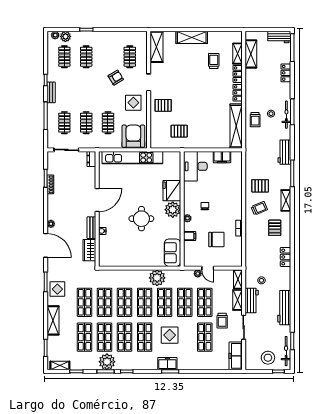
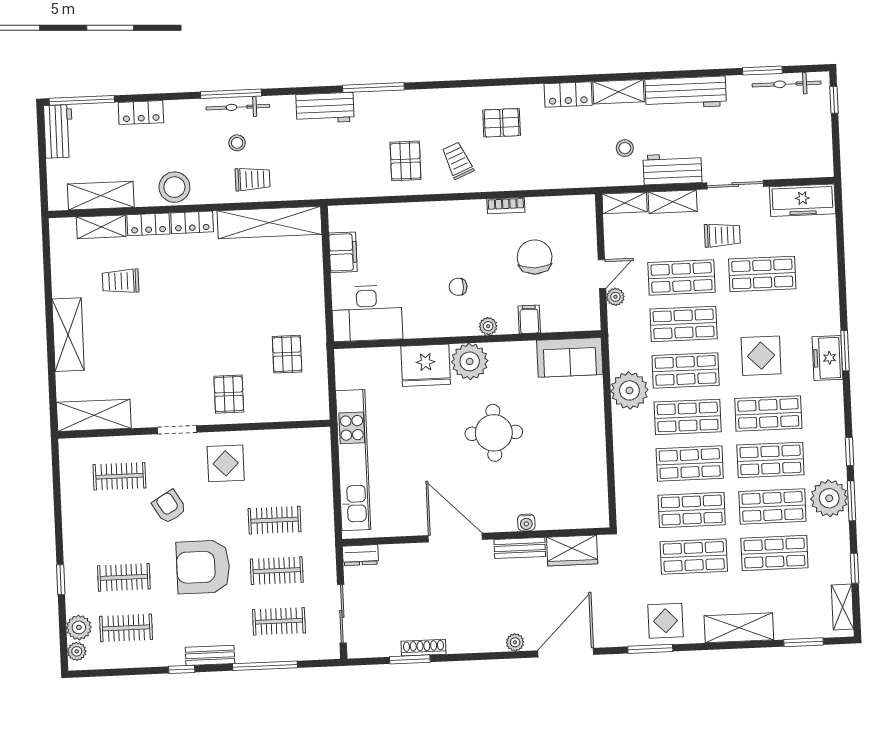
armchair: (133, 136) -> (203, 567), moved
shelving: (286, 200) -> (618, 92), moved
stool: (268, 358) -> (174, 187), moved

